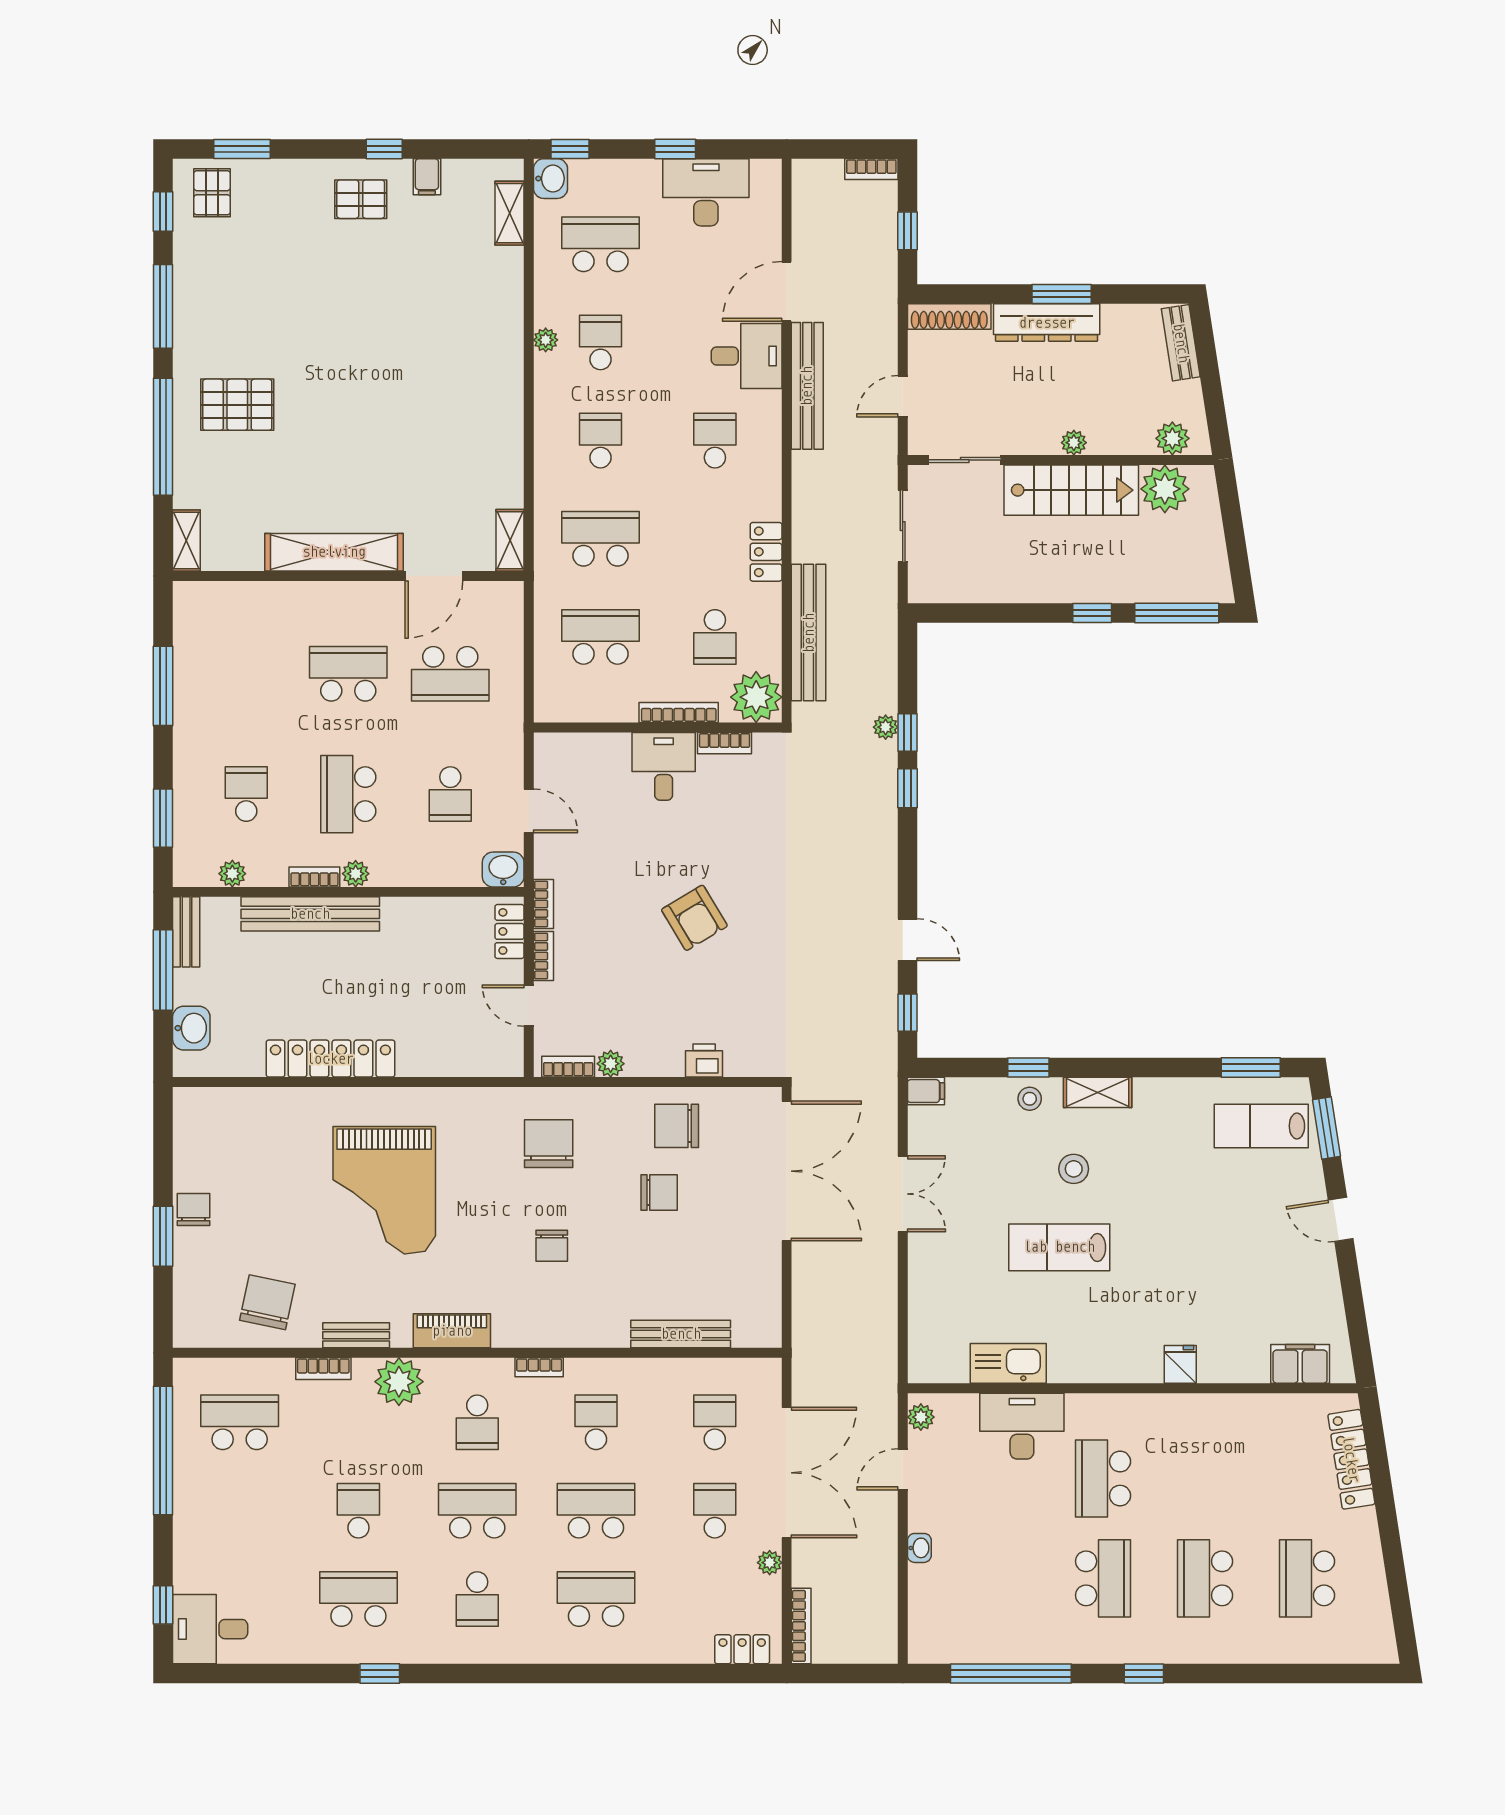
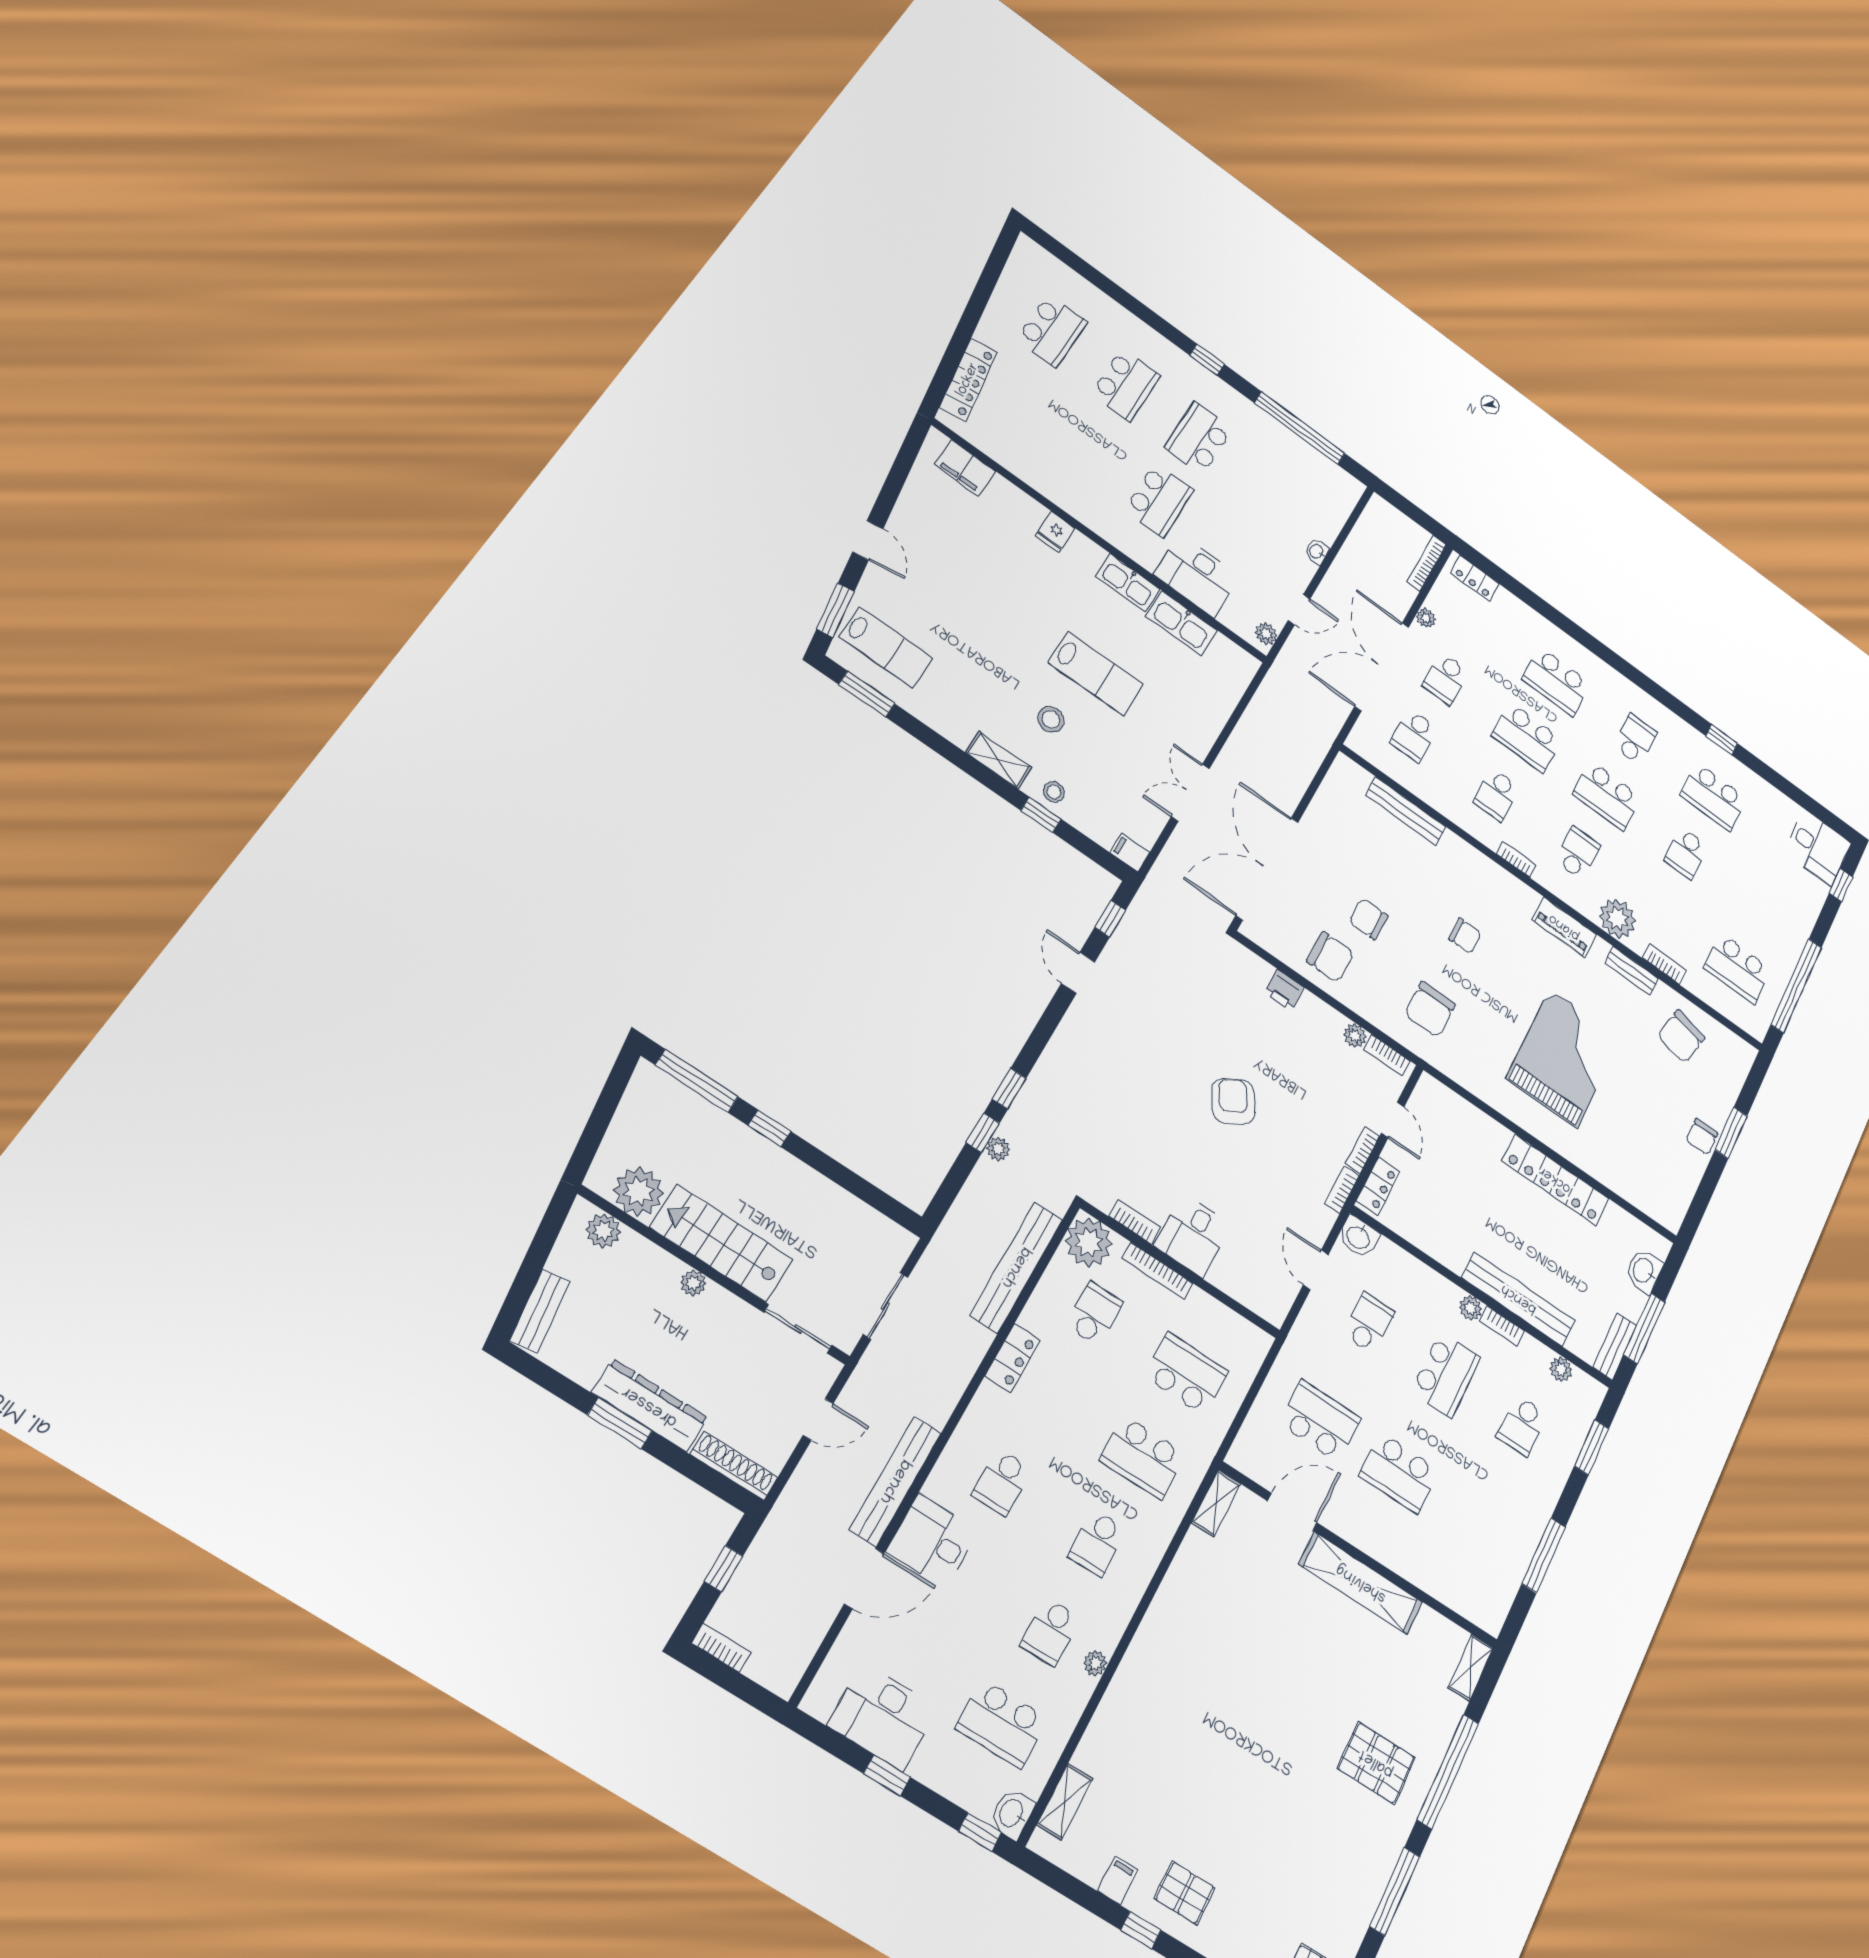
school desk: (601, 637) -> (1186, 1374), turned 180
chair: (552, 1246) -> (1465, 936), turned 90
kitchen sink: (1083, 1365) -> (1128, 583), added

